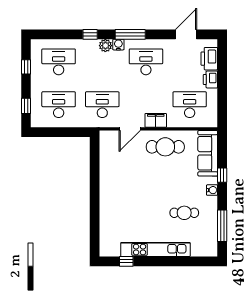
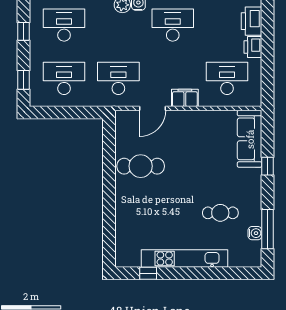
cafe table: (165, 147) -> (141, 166), moved
water cooler: (212, 190) -> (255, 233), moved

